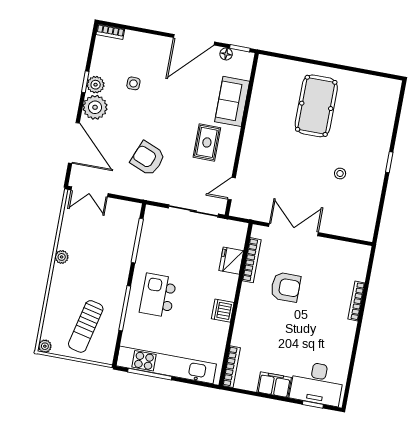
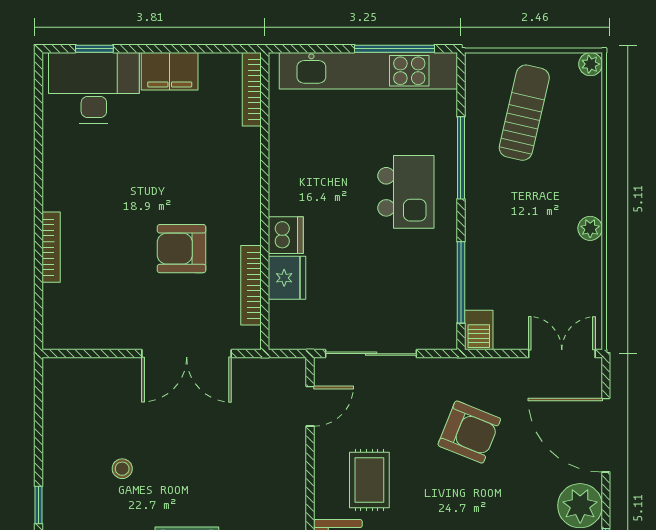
barbecue: (132, 213) -> (479, 330), added
dishwasher: (223, 311) -> (286, 235), moved

